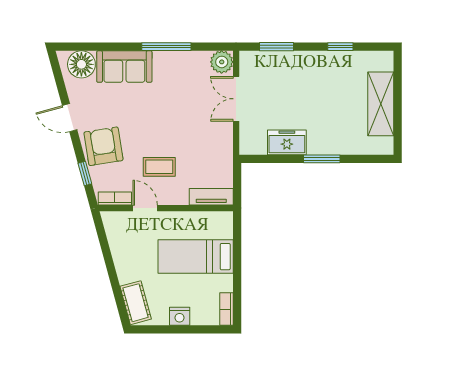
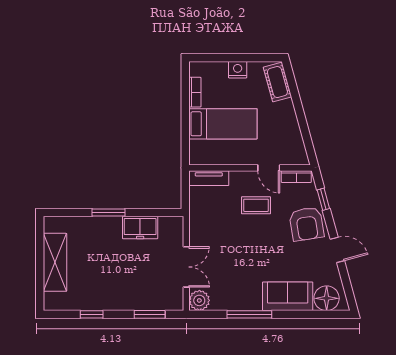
bookcase: (227, 309) -> (195, 92), moved

